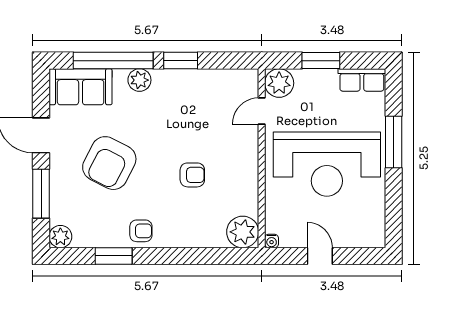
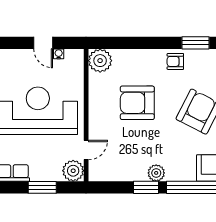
plant: (139, 80) -> (156, 173), moved
armchair: (192, 175) -> (137, 103), width x1.88, depth x1.88
water cooler: (272, 241) -> (59, 54), moved

